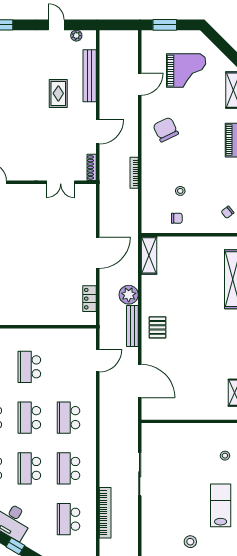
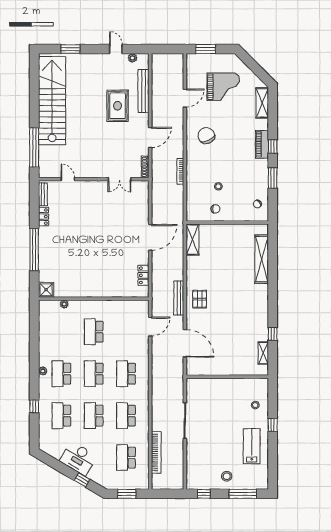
rug: (58, 93) -> (118, 106), width x1.36, depth x1.43
plant: (129, 295) -> (176, 272), removed

